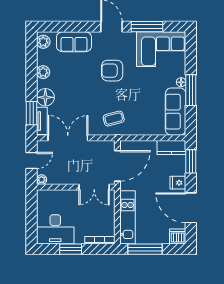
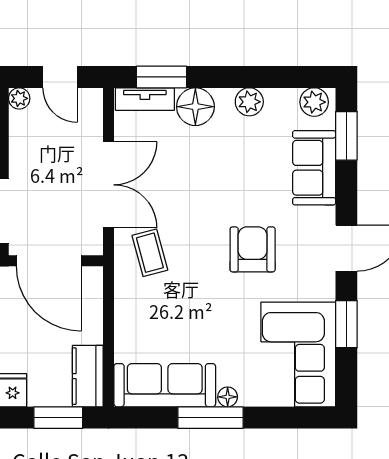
window: (59, 27) -> (346, 136), added
window: (147, 27) -> (346, 324), width x0.69
double door: (68, 138) -> (109, 185), moved

